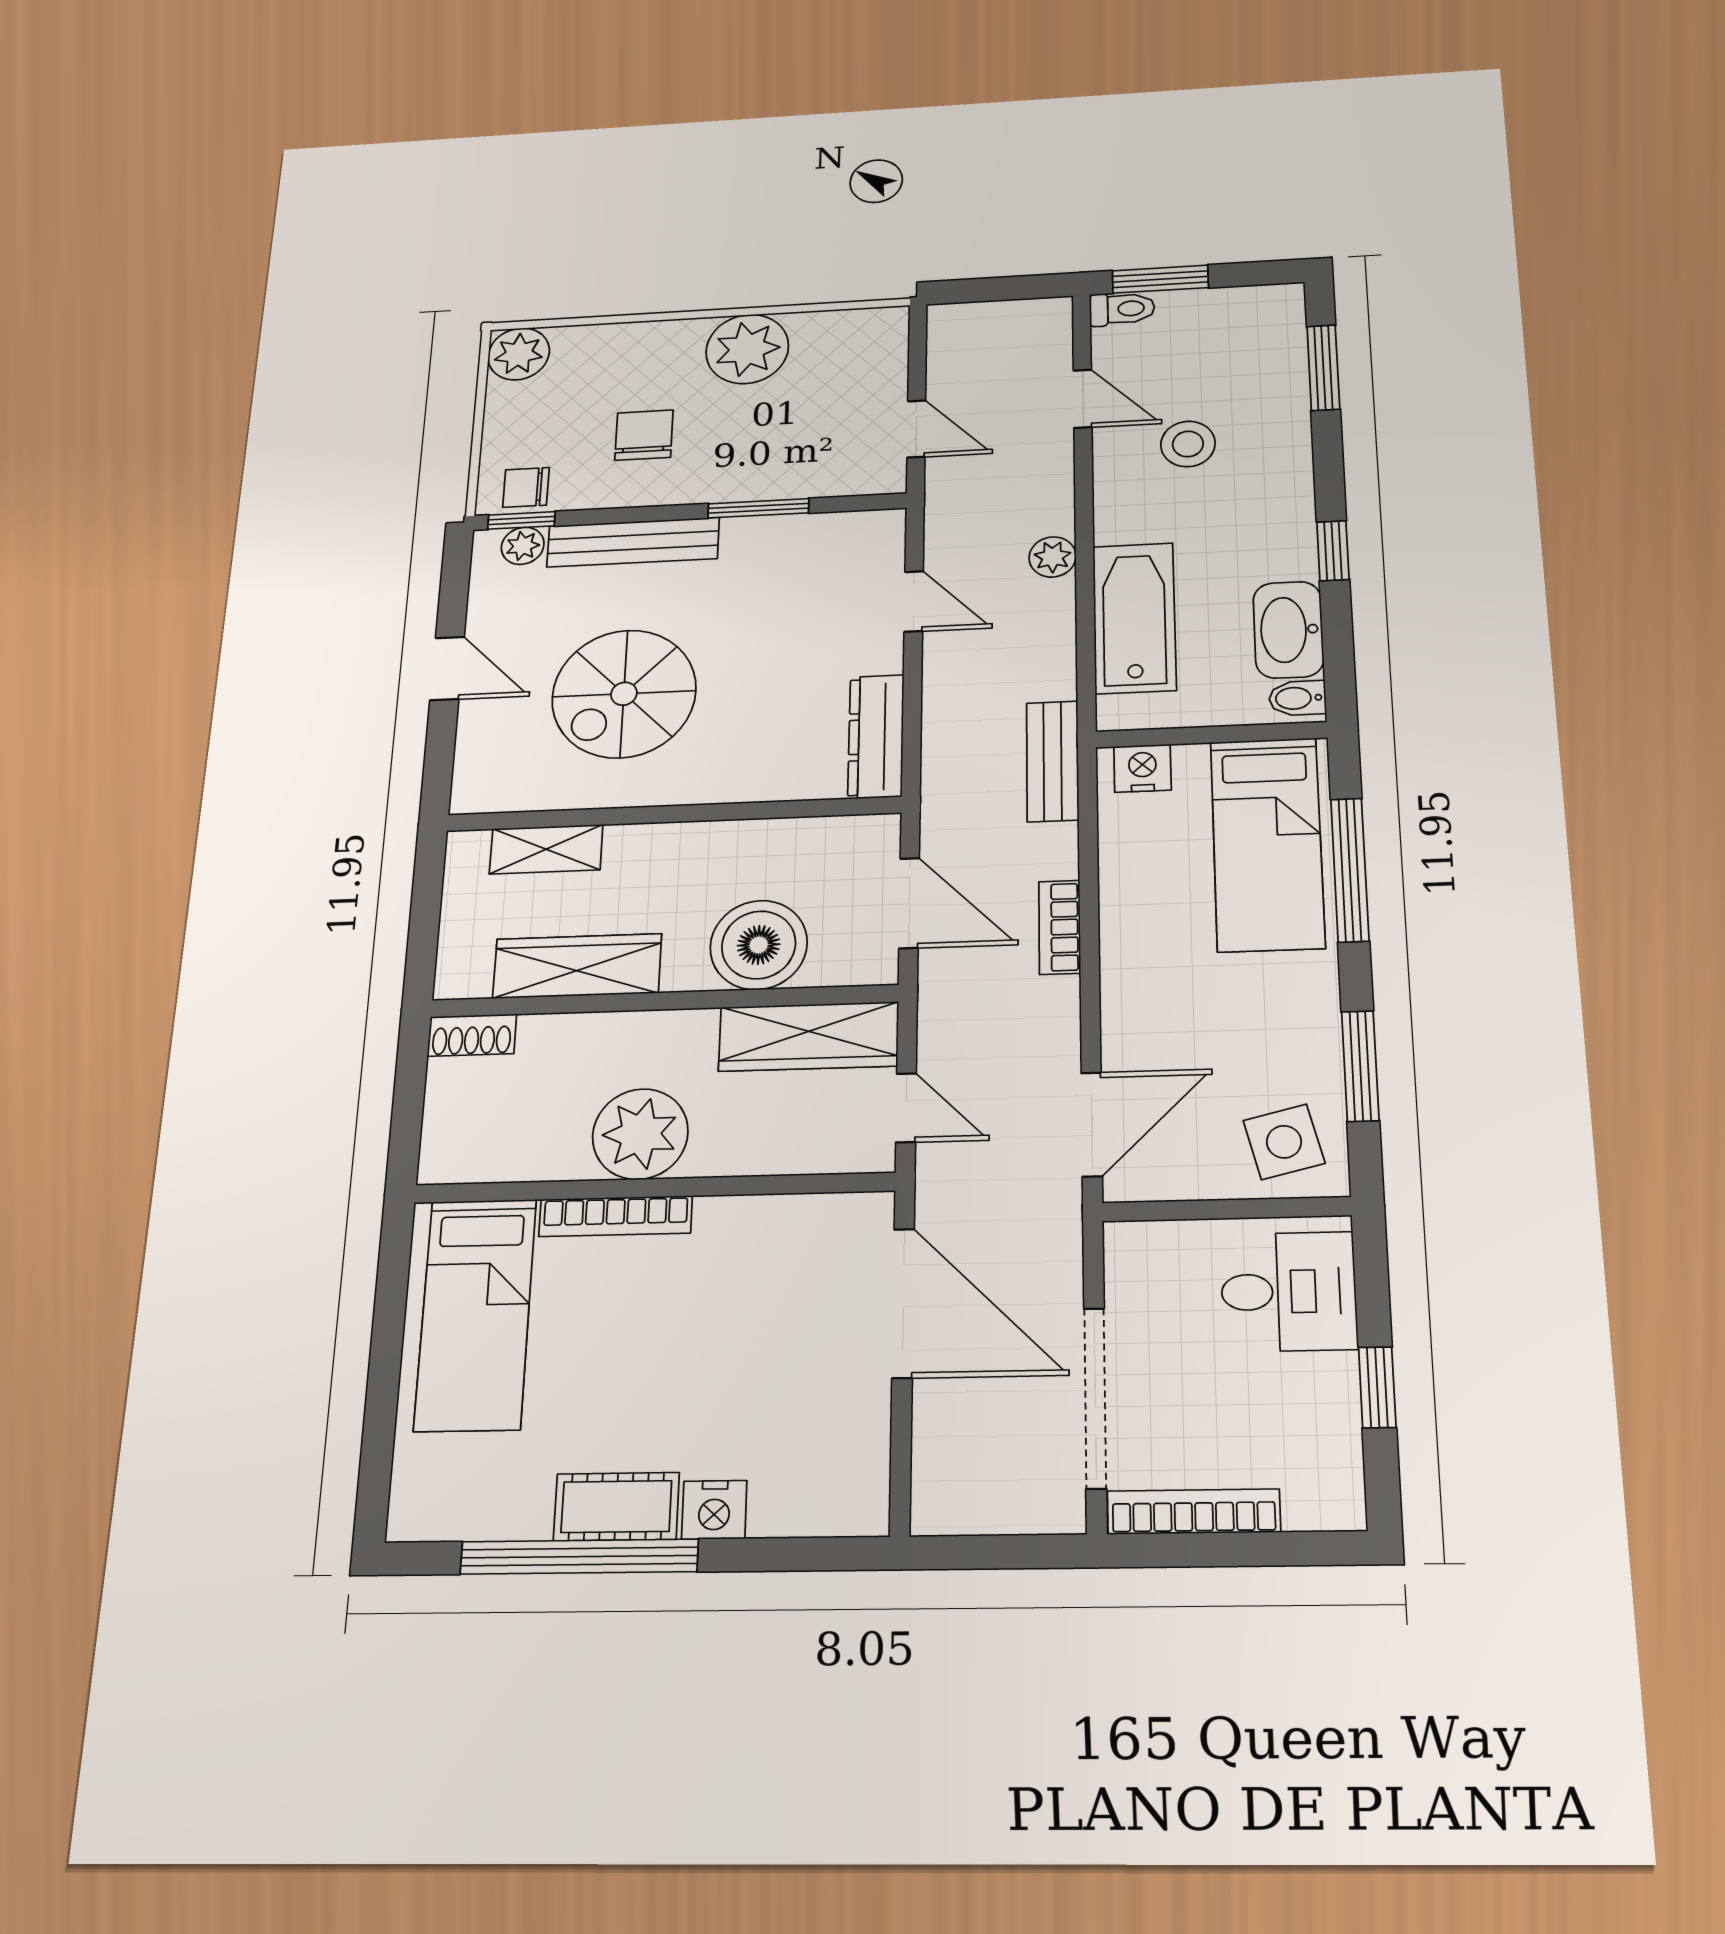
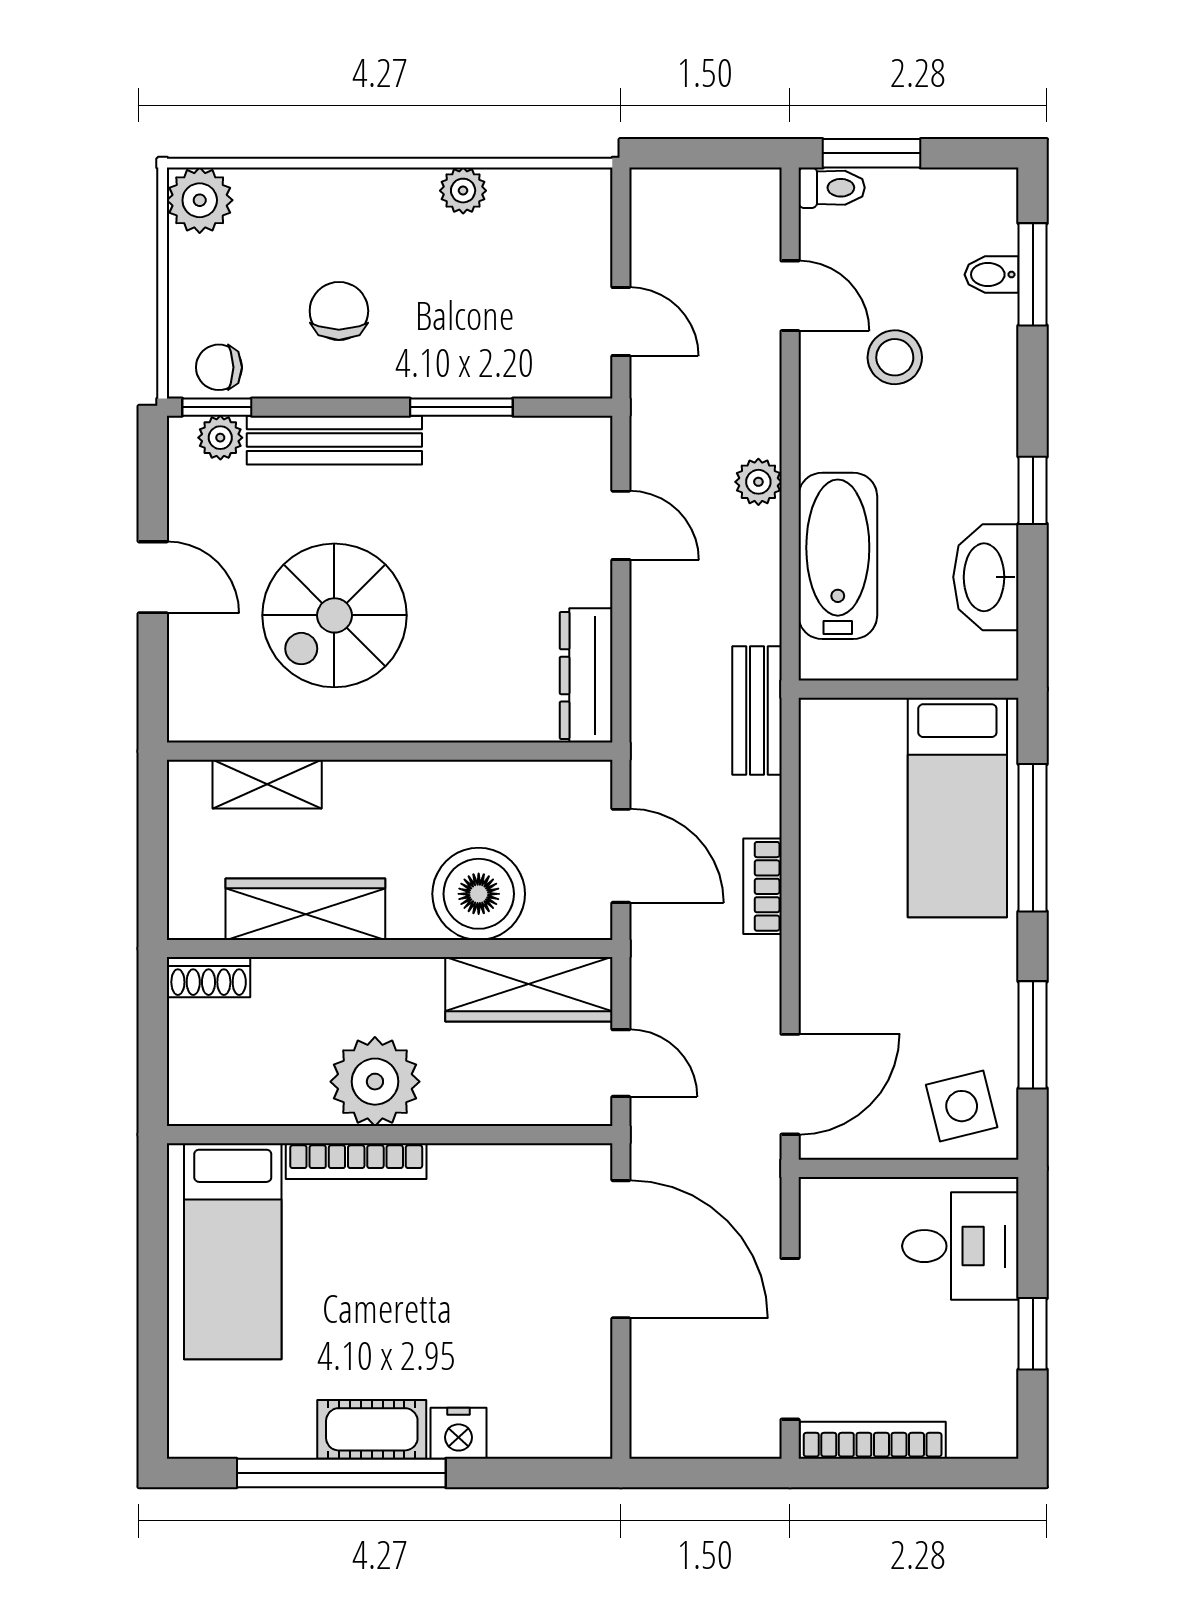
plant: (747, 349) -> (463, 191), width x0.53, depth x0.53
bidet: (1297, 698) -> (992, 275), moved
nightstand: (1142, 768) -> (843, 722), removed

